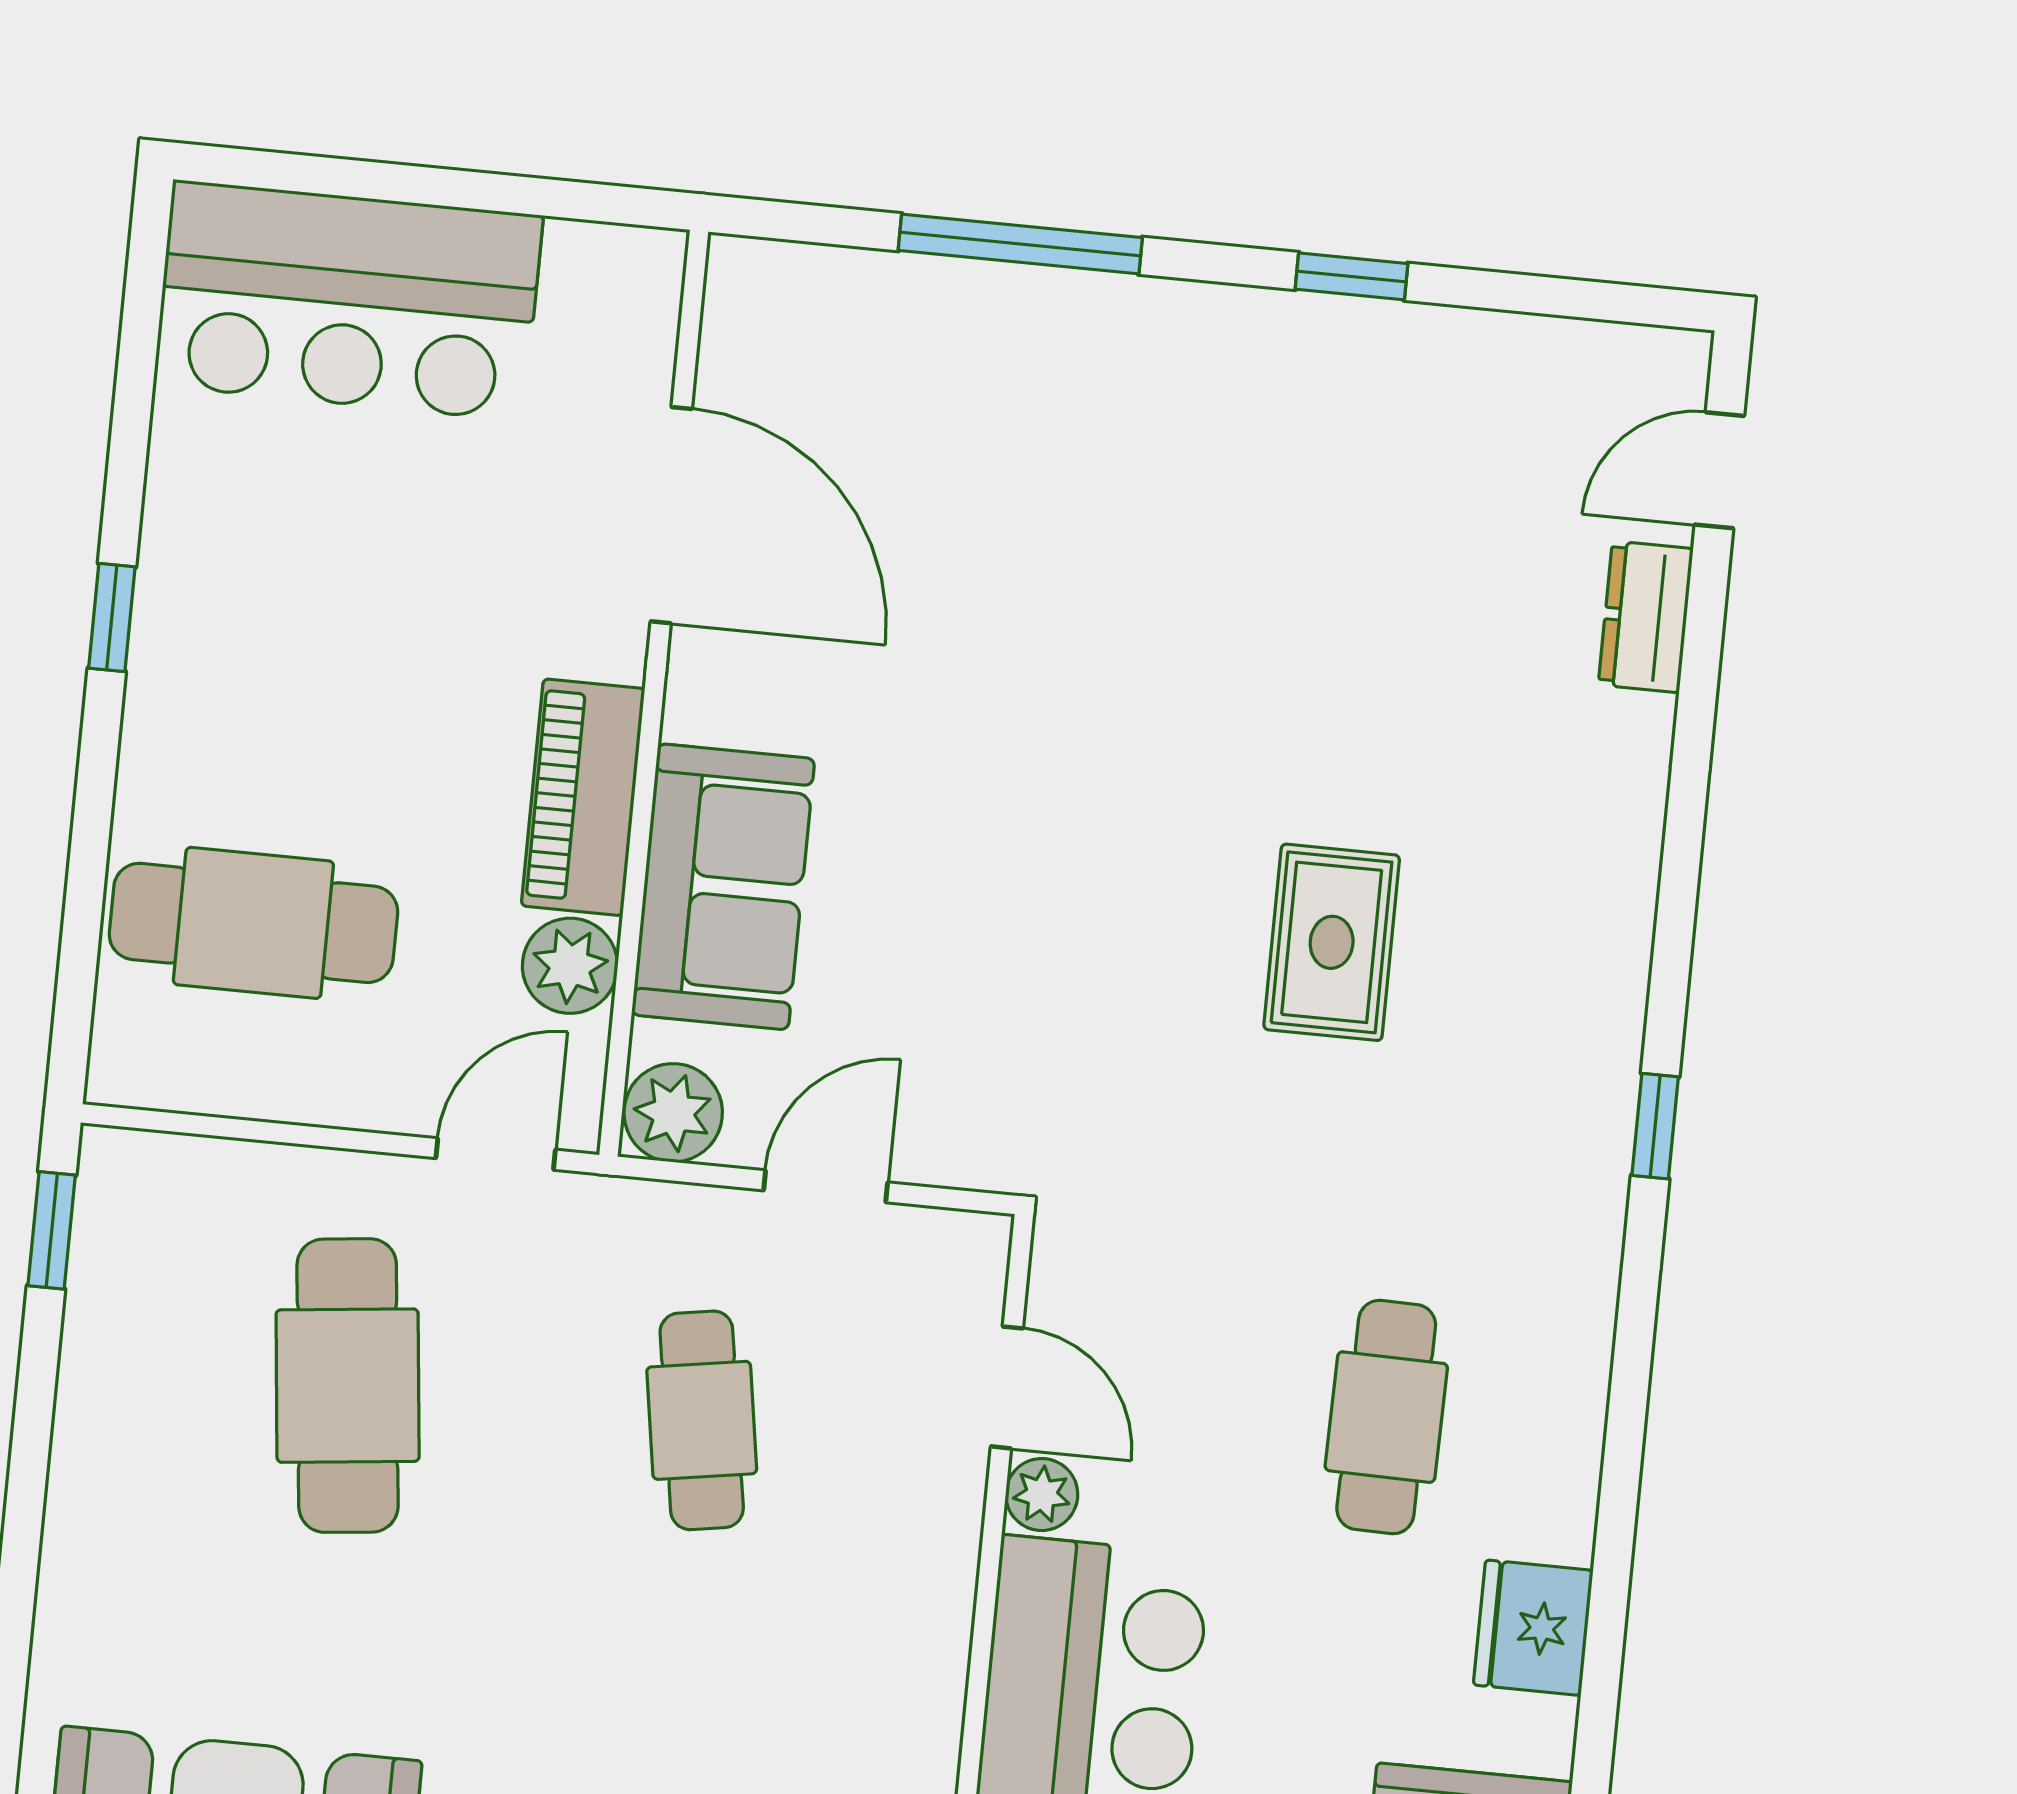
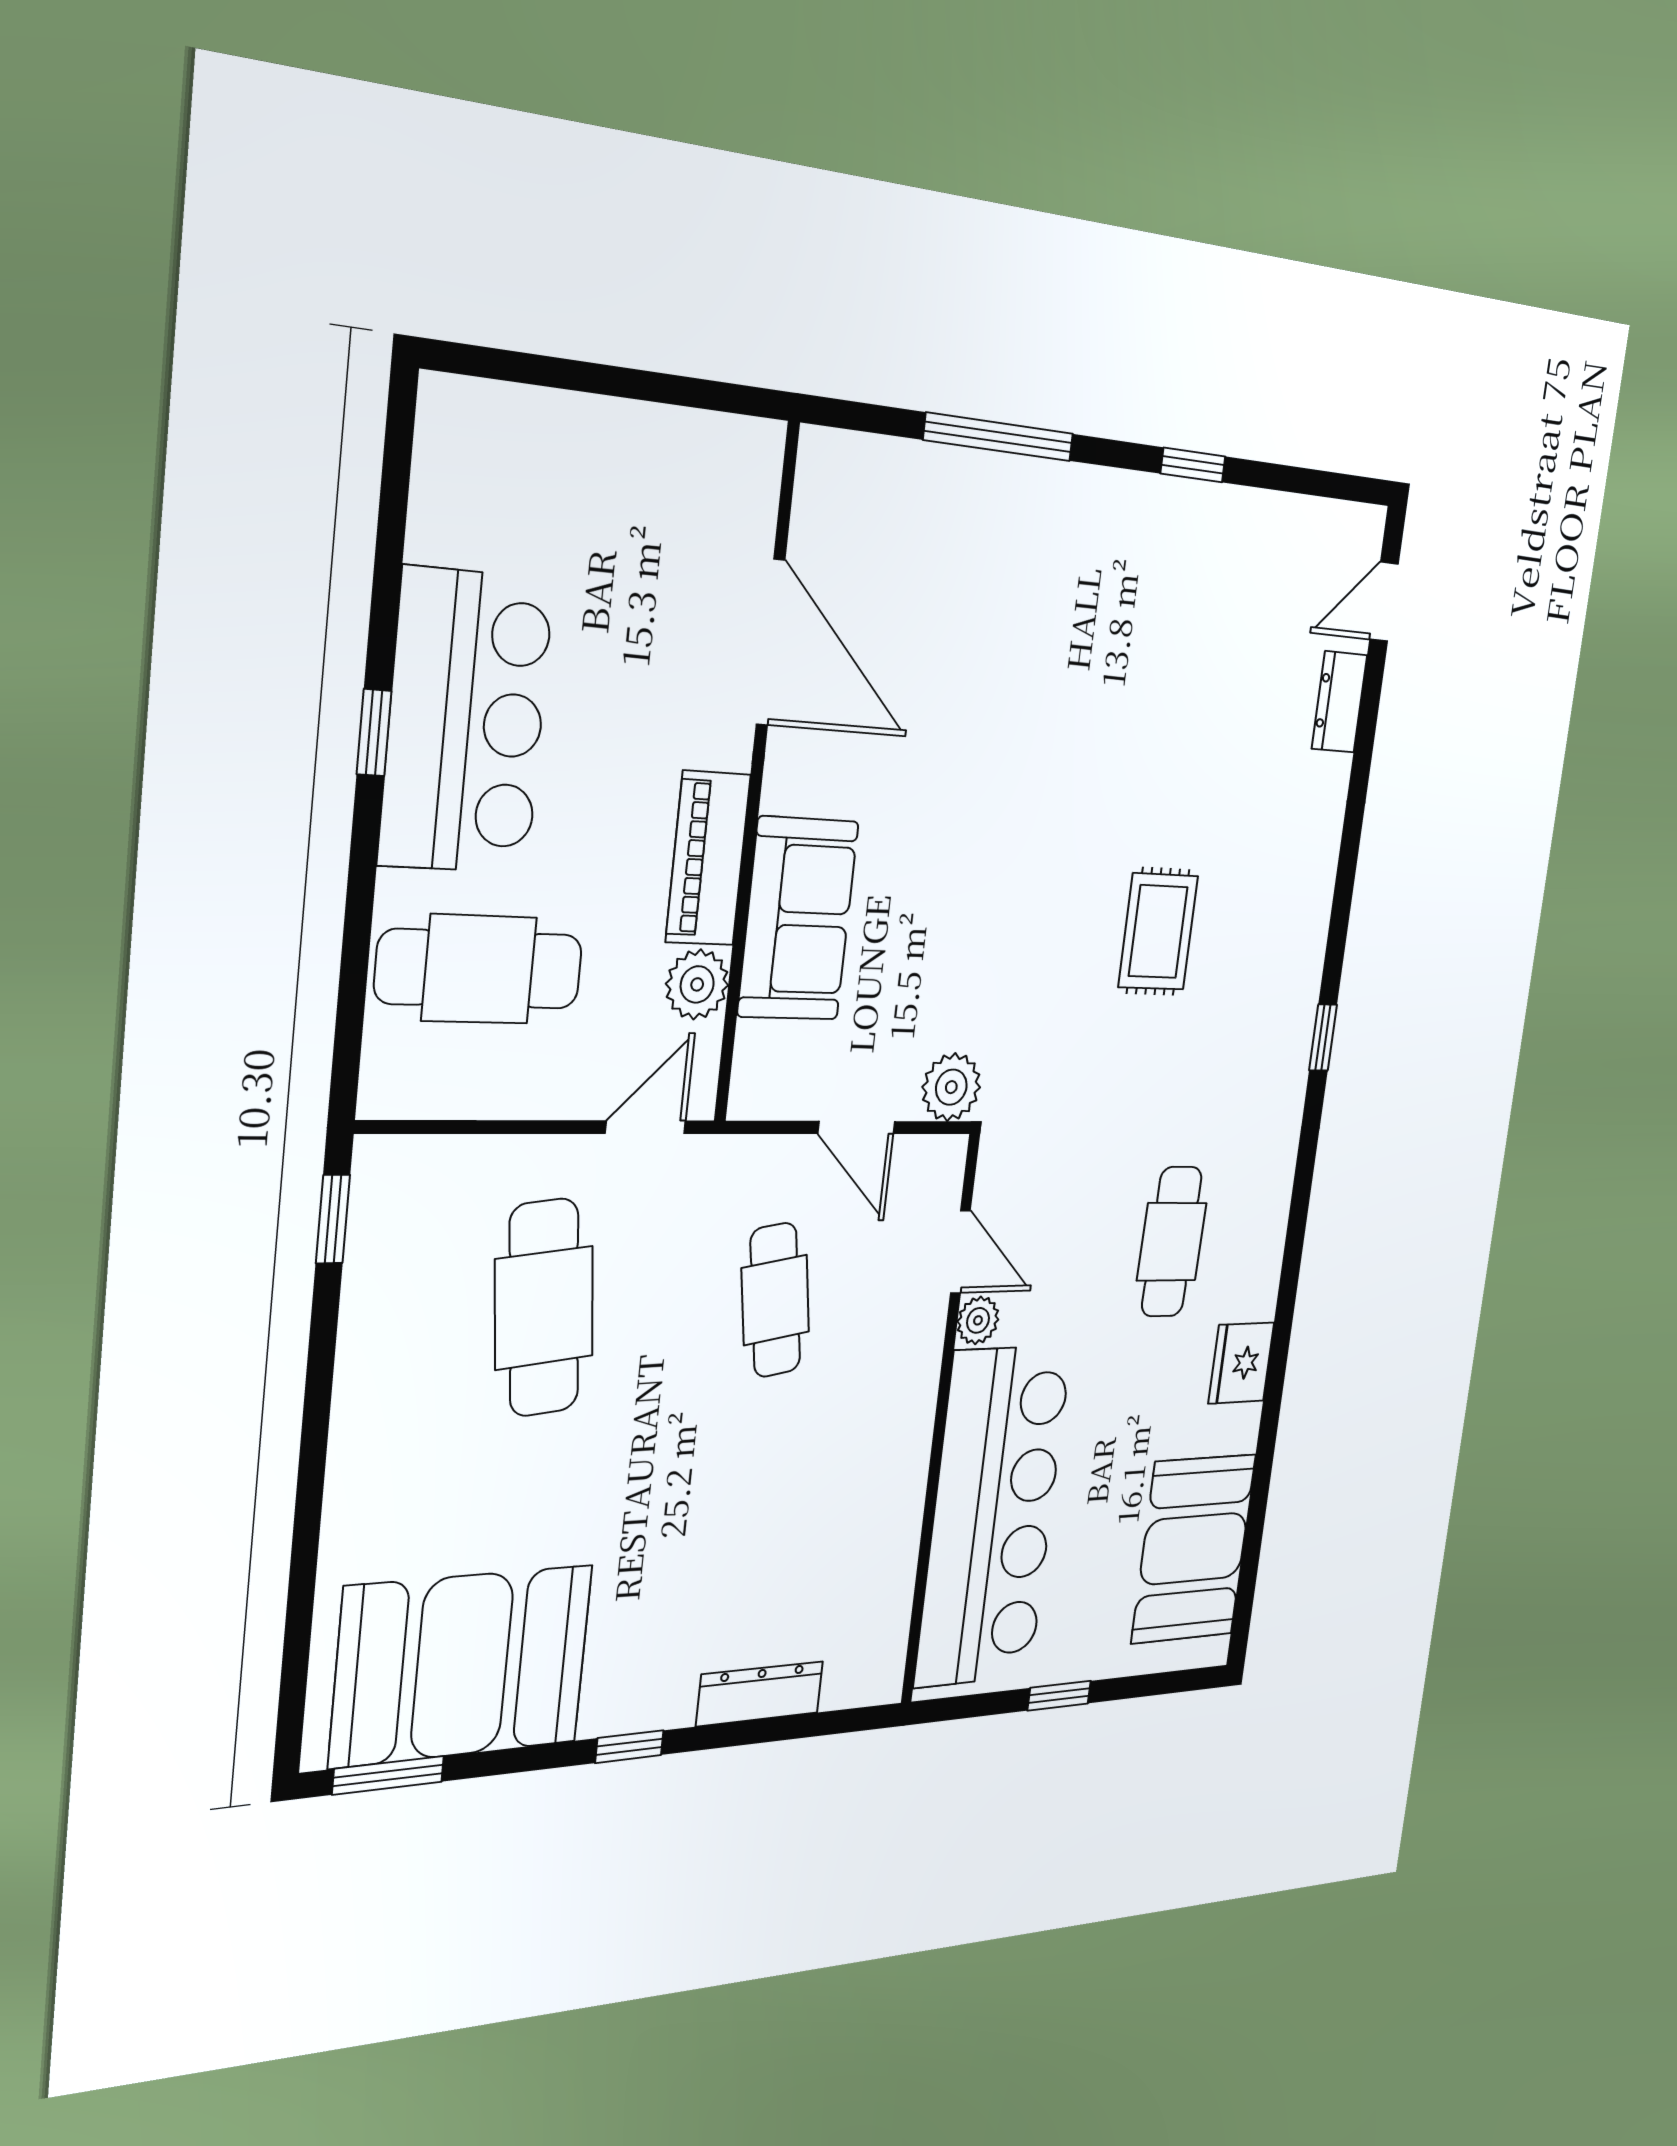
bar counter: (348, 300) -> (466, 722), moved, turned -90
plant: (673, 1113) -> (951, 1087), moved
door: (826, 1186) -> (856, 1127), swing flipped

